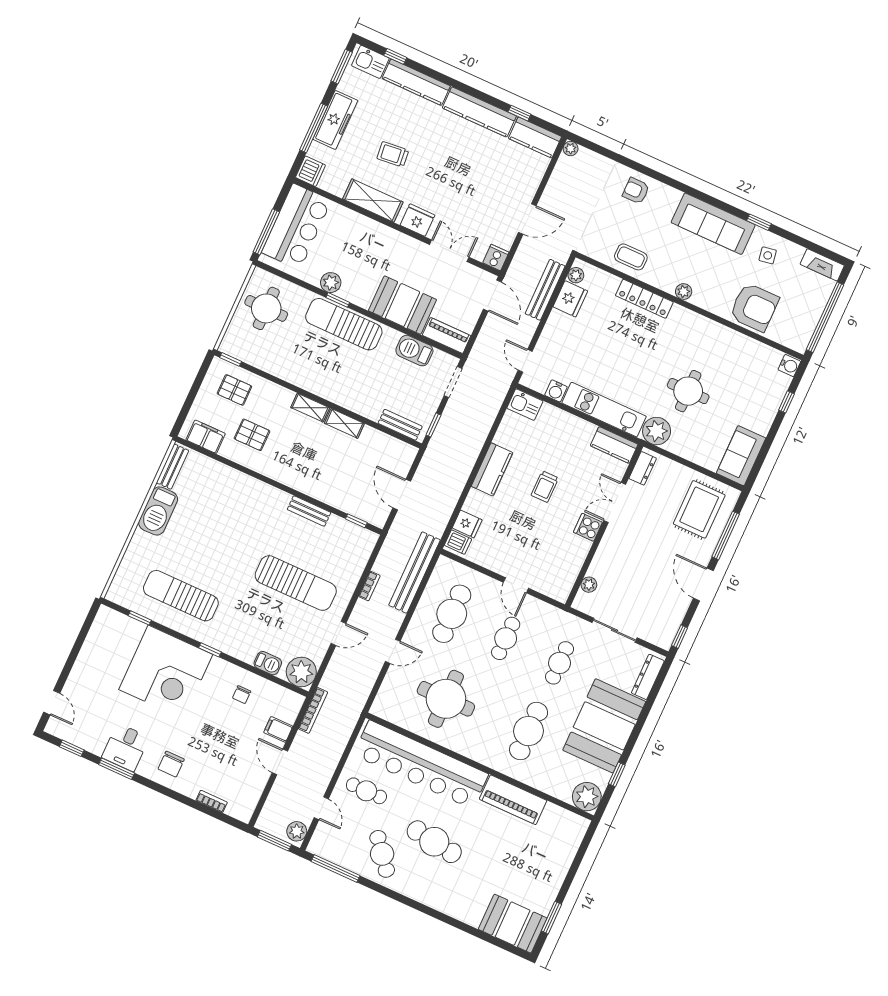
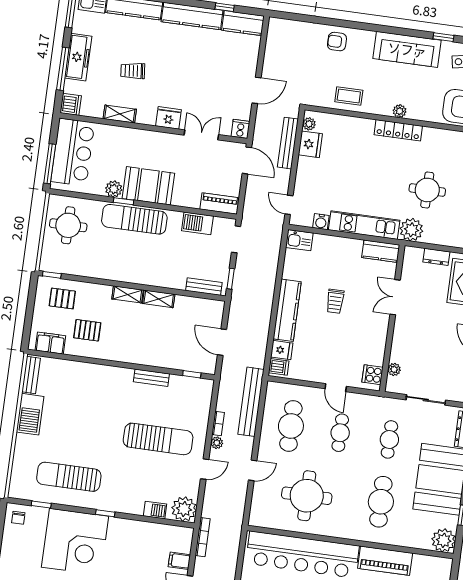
plant: (571, 149) -> (217, 443), moved
shelving: (373, 200) -> (120, 114), width x0.67, depth x0.75
locker: (644, 299) -> (398, 130), moved
booth: (402, 305) -> (148, 186), moved
dresser: (643, 468) -> (436, 257), moved, turned 90
kitchen counter: (492, 469) -> (287, 310), width x1.50
cooker: (588, 527) -> (373, 375), moved
chair: (242, 695) -> (18, 518), moved

